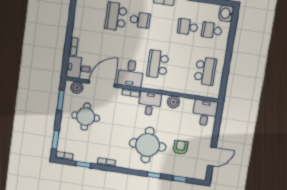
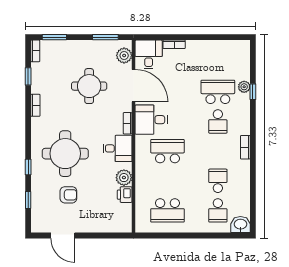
school desk: (212, 30) -> (218, 210), turned 180
printer: (187, 103) -> (125, 195), added
desk: (205, 113) -> (116, 218), removed
round table: (86, 117) -> (89, 86), moved

